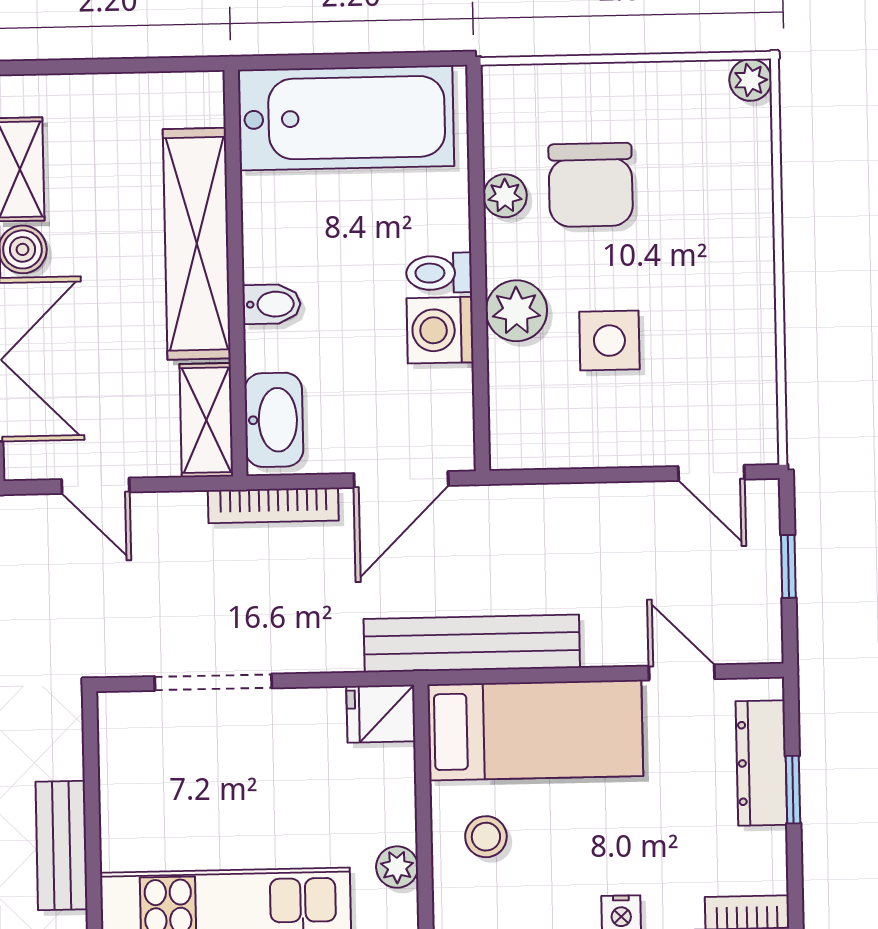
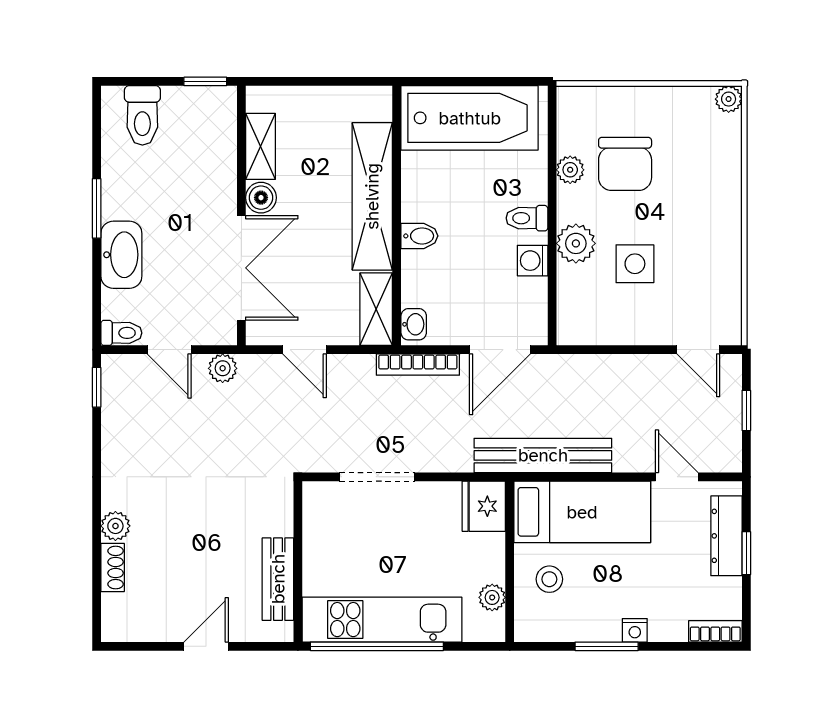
washing machine: (440, 330) -> (533, 261), width x0.73, depth x0.73
washbasin: (274, 420) -> (414, 324), width x0.52, depth x0.69
fridge: (381, 714) -> (484, 506), width x1.38

